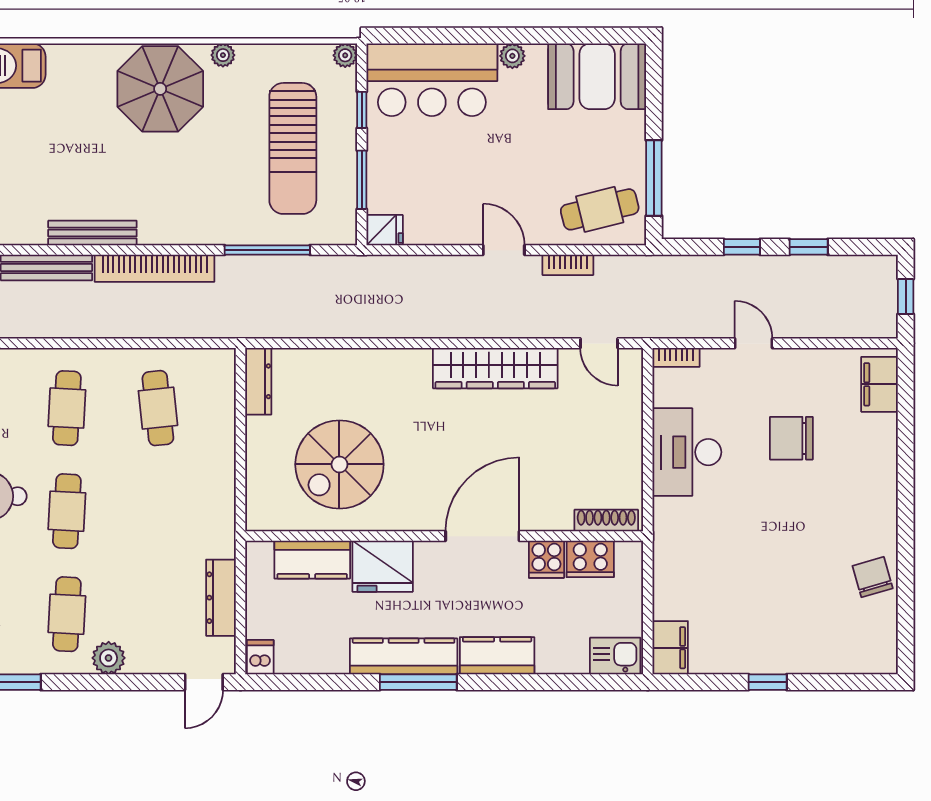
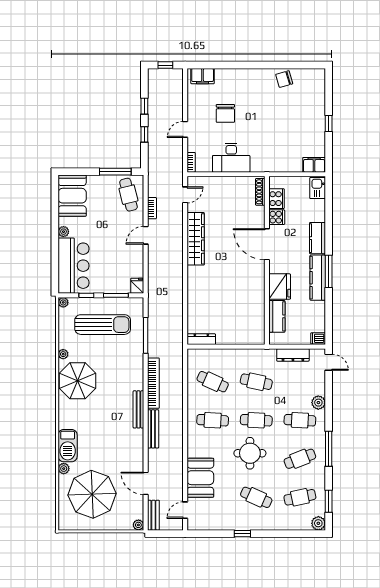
cafe table: (158, 408) -> (213, 382), turned 30
spiral stairs: (339, 464) -> (237, 305), removed
cafe table: (158, 511) -> (256, 382), added

